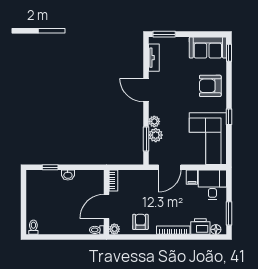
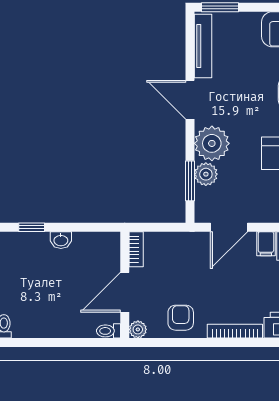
tv unit: (154, 58) -> (203, 46), width x1.41
plant: (154, 121) -> (212, 143), width x1.87, depth x1.87

